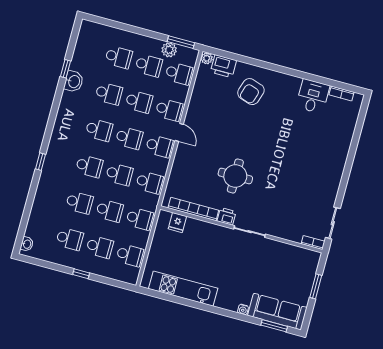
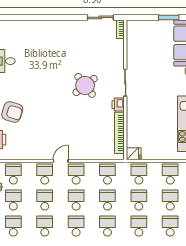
round table: (235, 176) -> (85, 85), moved, turned -38
fridge: (177, 223) -> (134, 154), moved
window: (316, 286) -> (169, 17), moved

